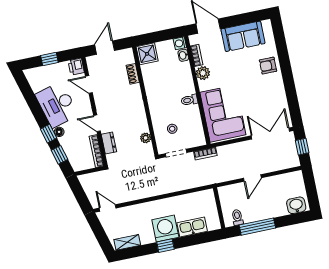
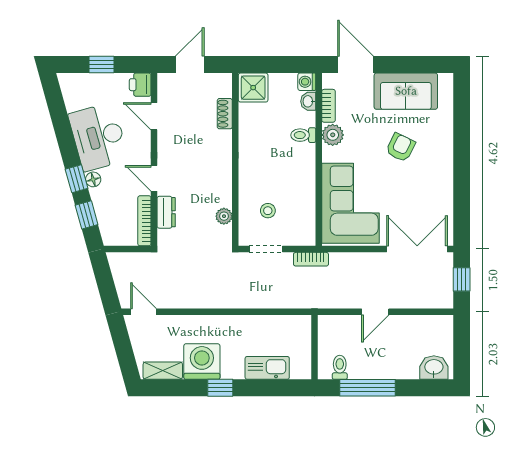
armchair: (268, 66) -> (401, 147), moved, turned 116
toilet: (189, 100) -> (303, 135), moved
washing machine: (165, 228) -> (202, 362), moved

